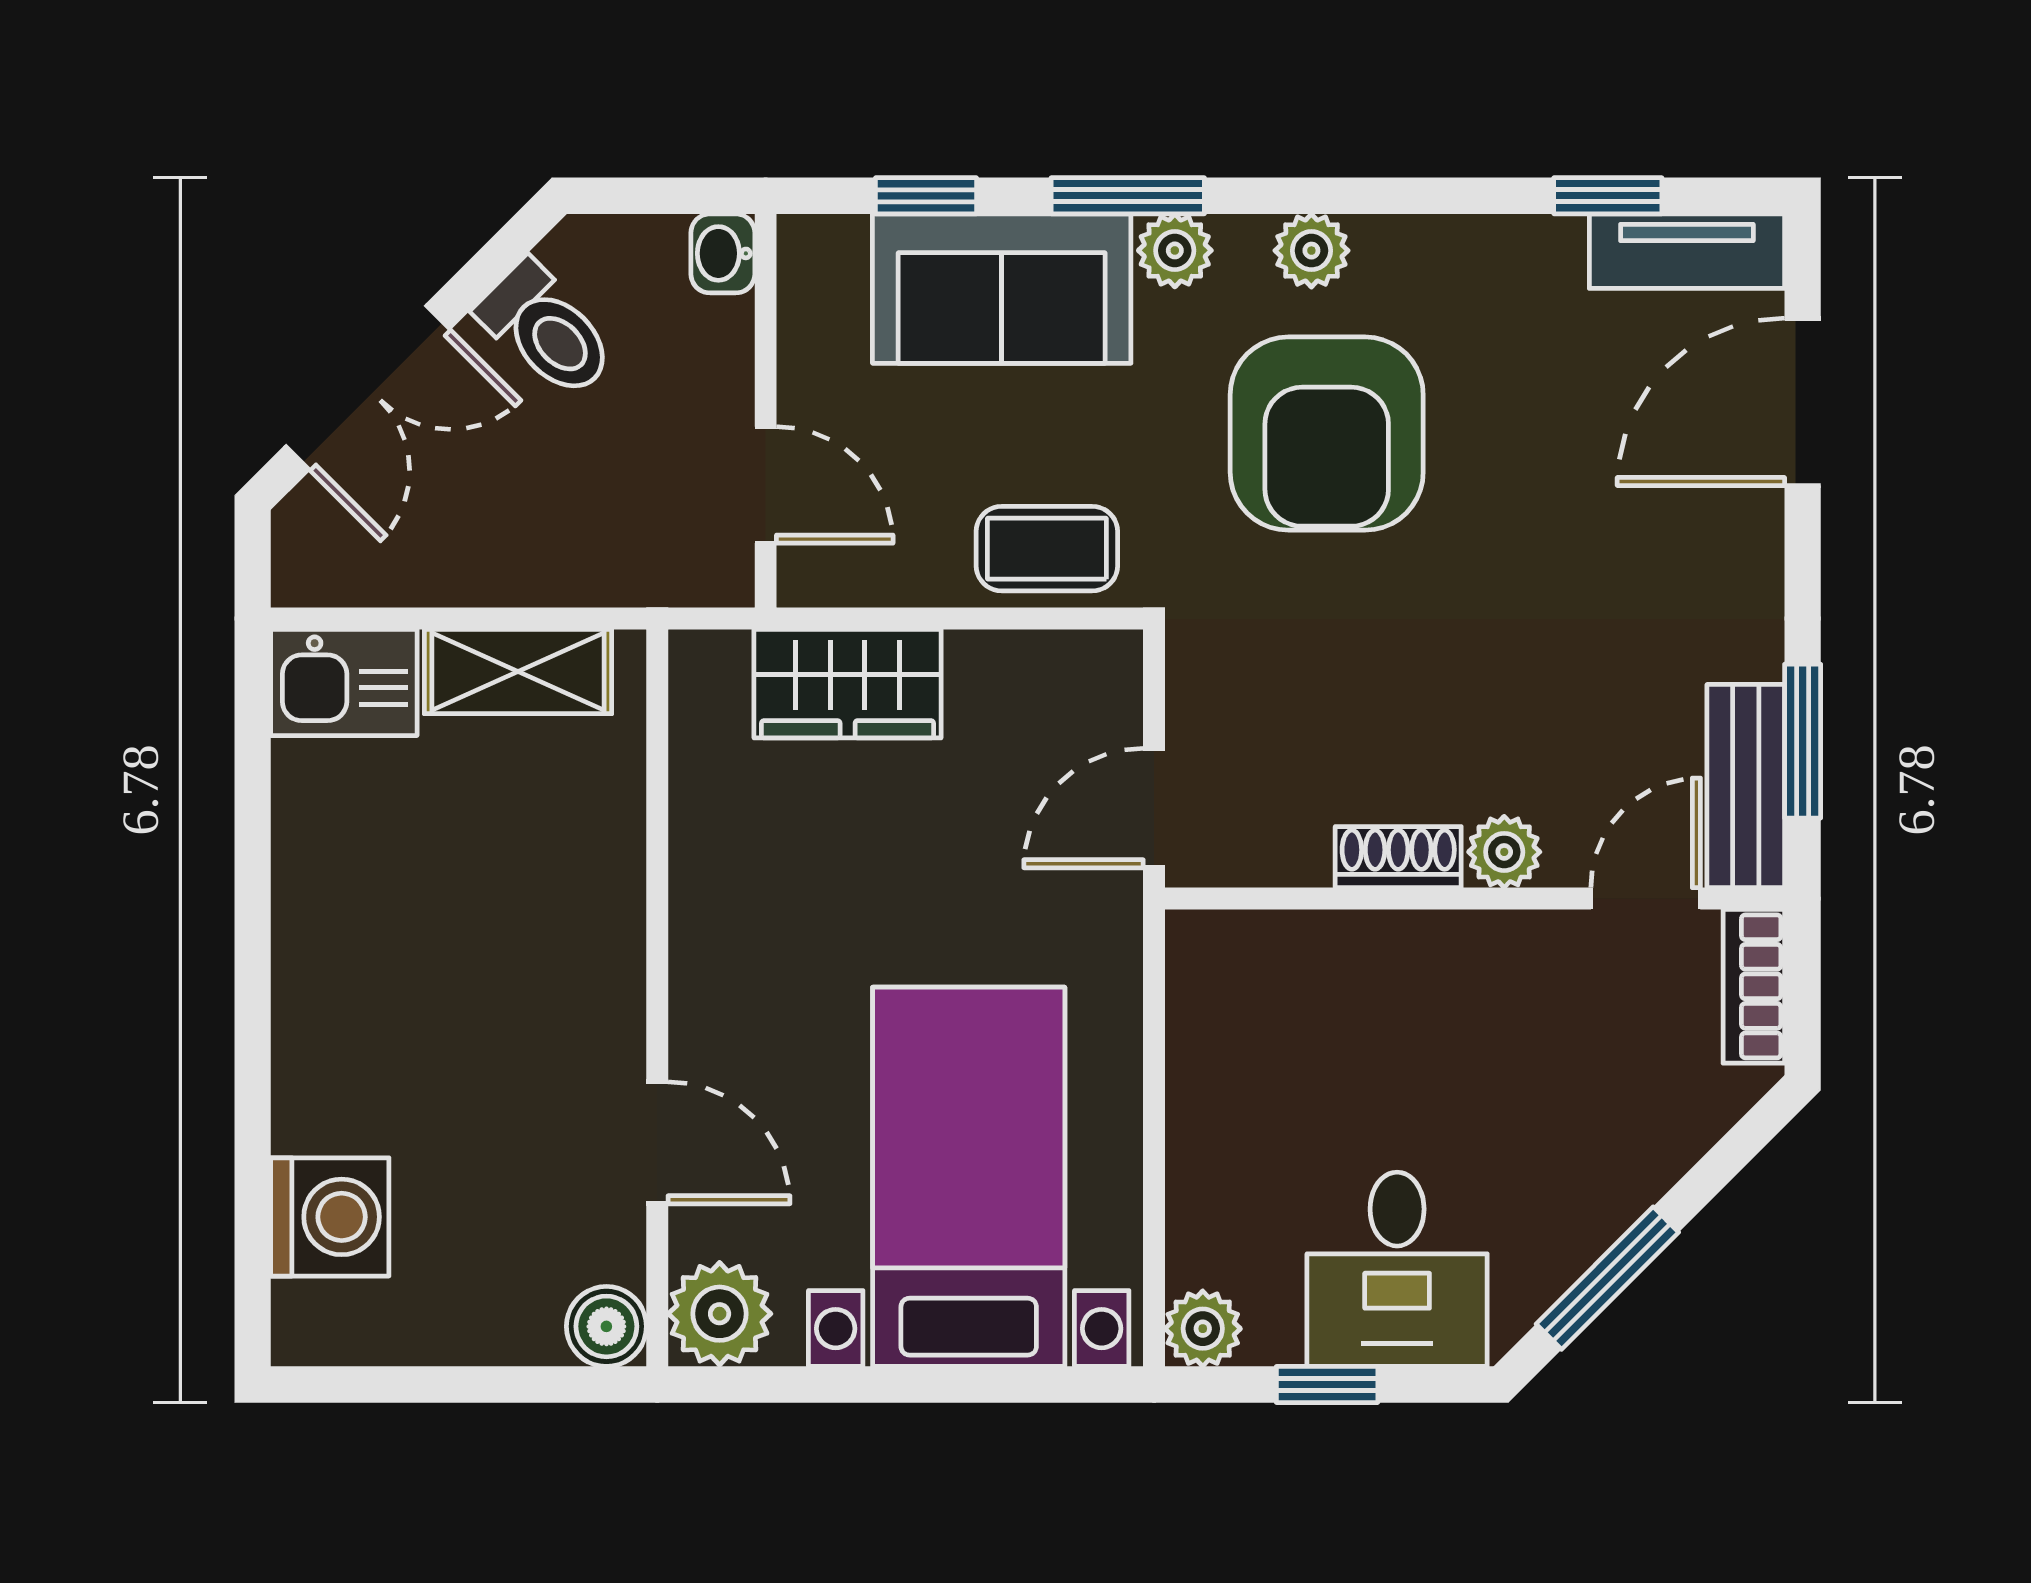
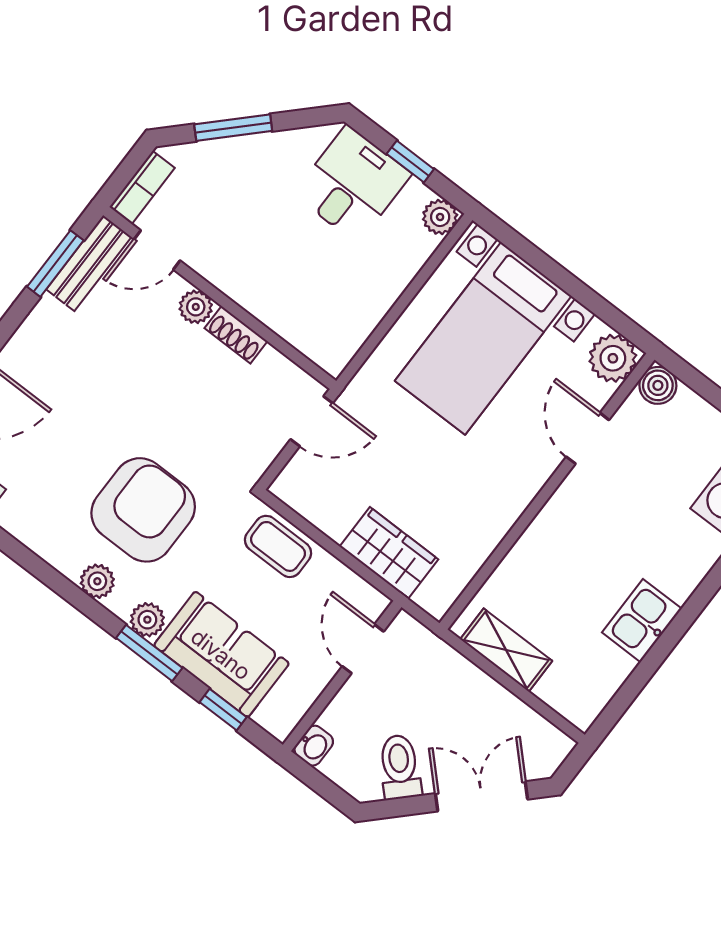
kitchen sink: (344, 682) -> (642, 621), moved, turned -90
window: (1607, 1278) -> (233, 128), moved

